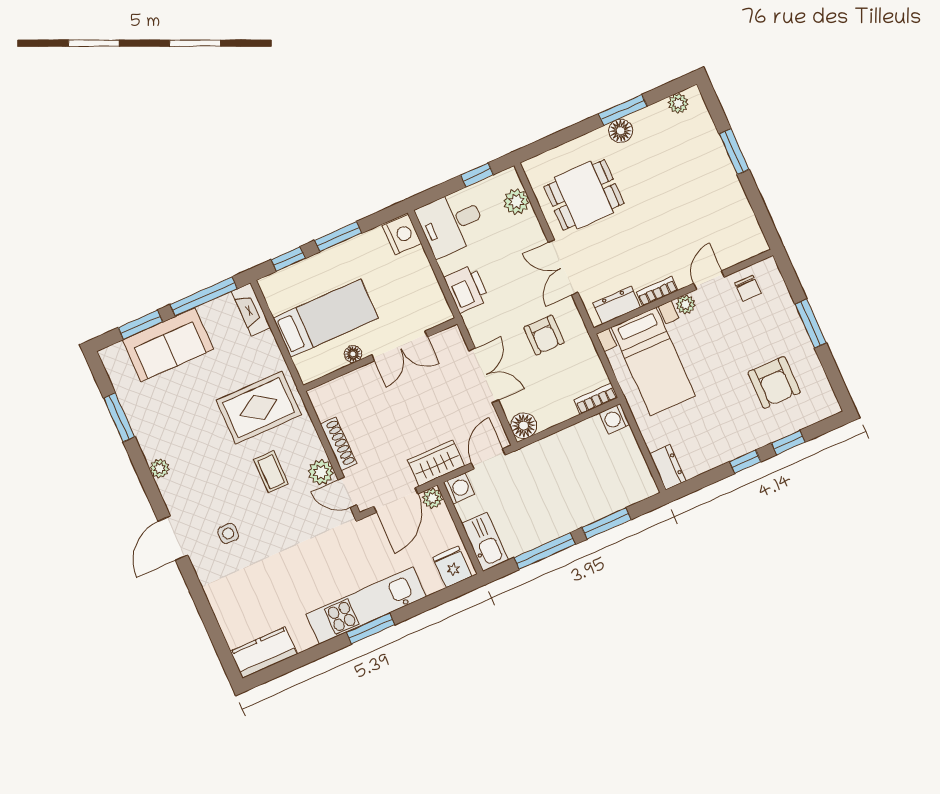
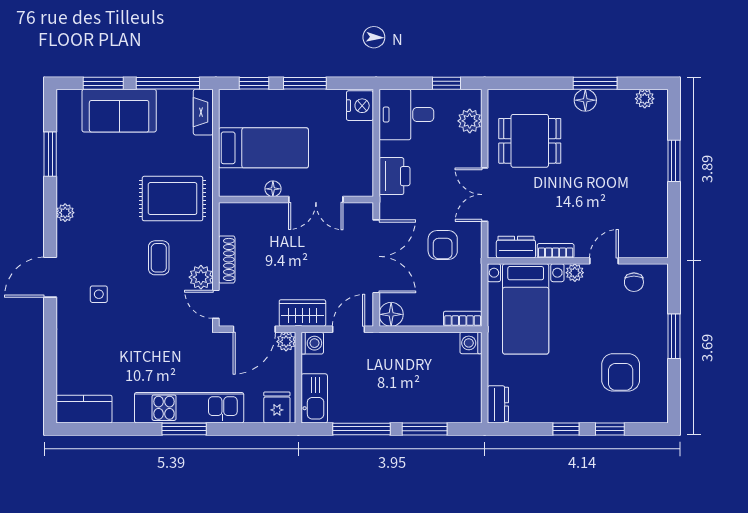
double door: (484, 375) -> (376, 256), width x1.37

